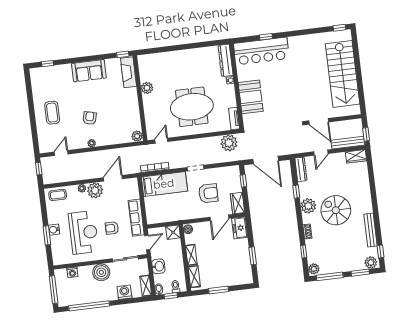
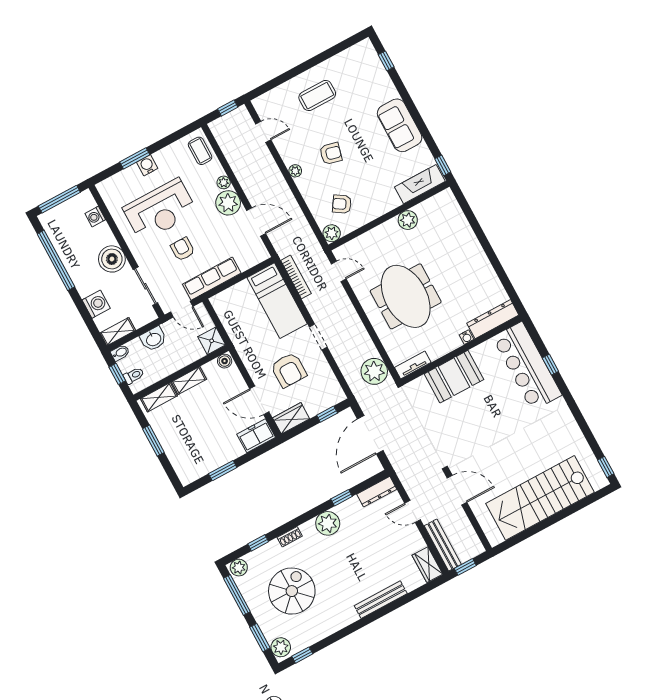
door: (319, 121) -> (457, 490), swing flipped
armchair: (122, 123) -> (342, 204), added
spiral stairs: (336, 210) -> (292, 591), moved
bench: (371, 230) -> (381, 600), moved

